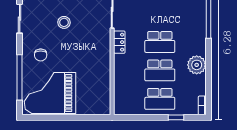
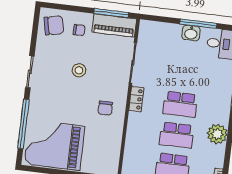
sliding door: (20, 19) -> (30, 72), moved
chair: (41, 55) -> (105, 108), moved

